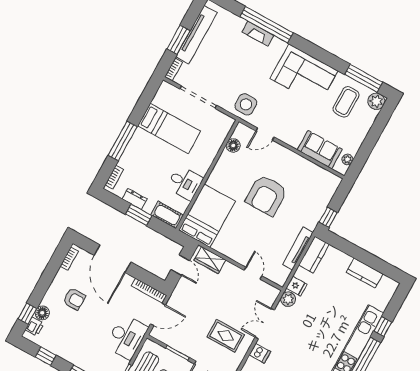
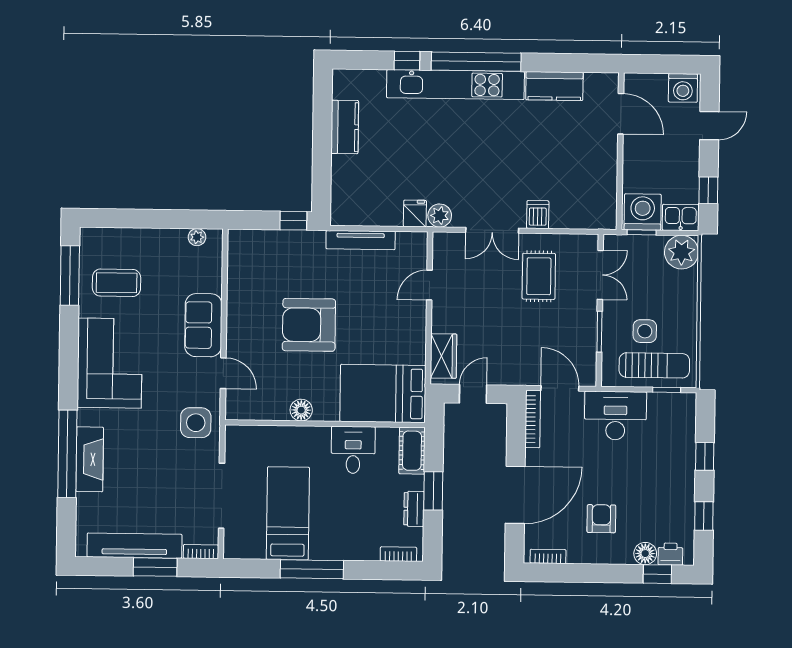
fireplace: (258, 34) -> (90, 459), width x1.37, depth x1.32
plant: (376, 101) -> (93, 240), removed
window: (123, 141) -> (312, 569), moved
floor lamp: (233, 145) -> (301, 410), moved
sofa: (320, 150) -> (203, 325), moved
armchair: (266, 195) -> (309, 325), turned 180
kitchen counter: (314, 255) -> (357, 213), removed

